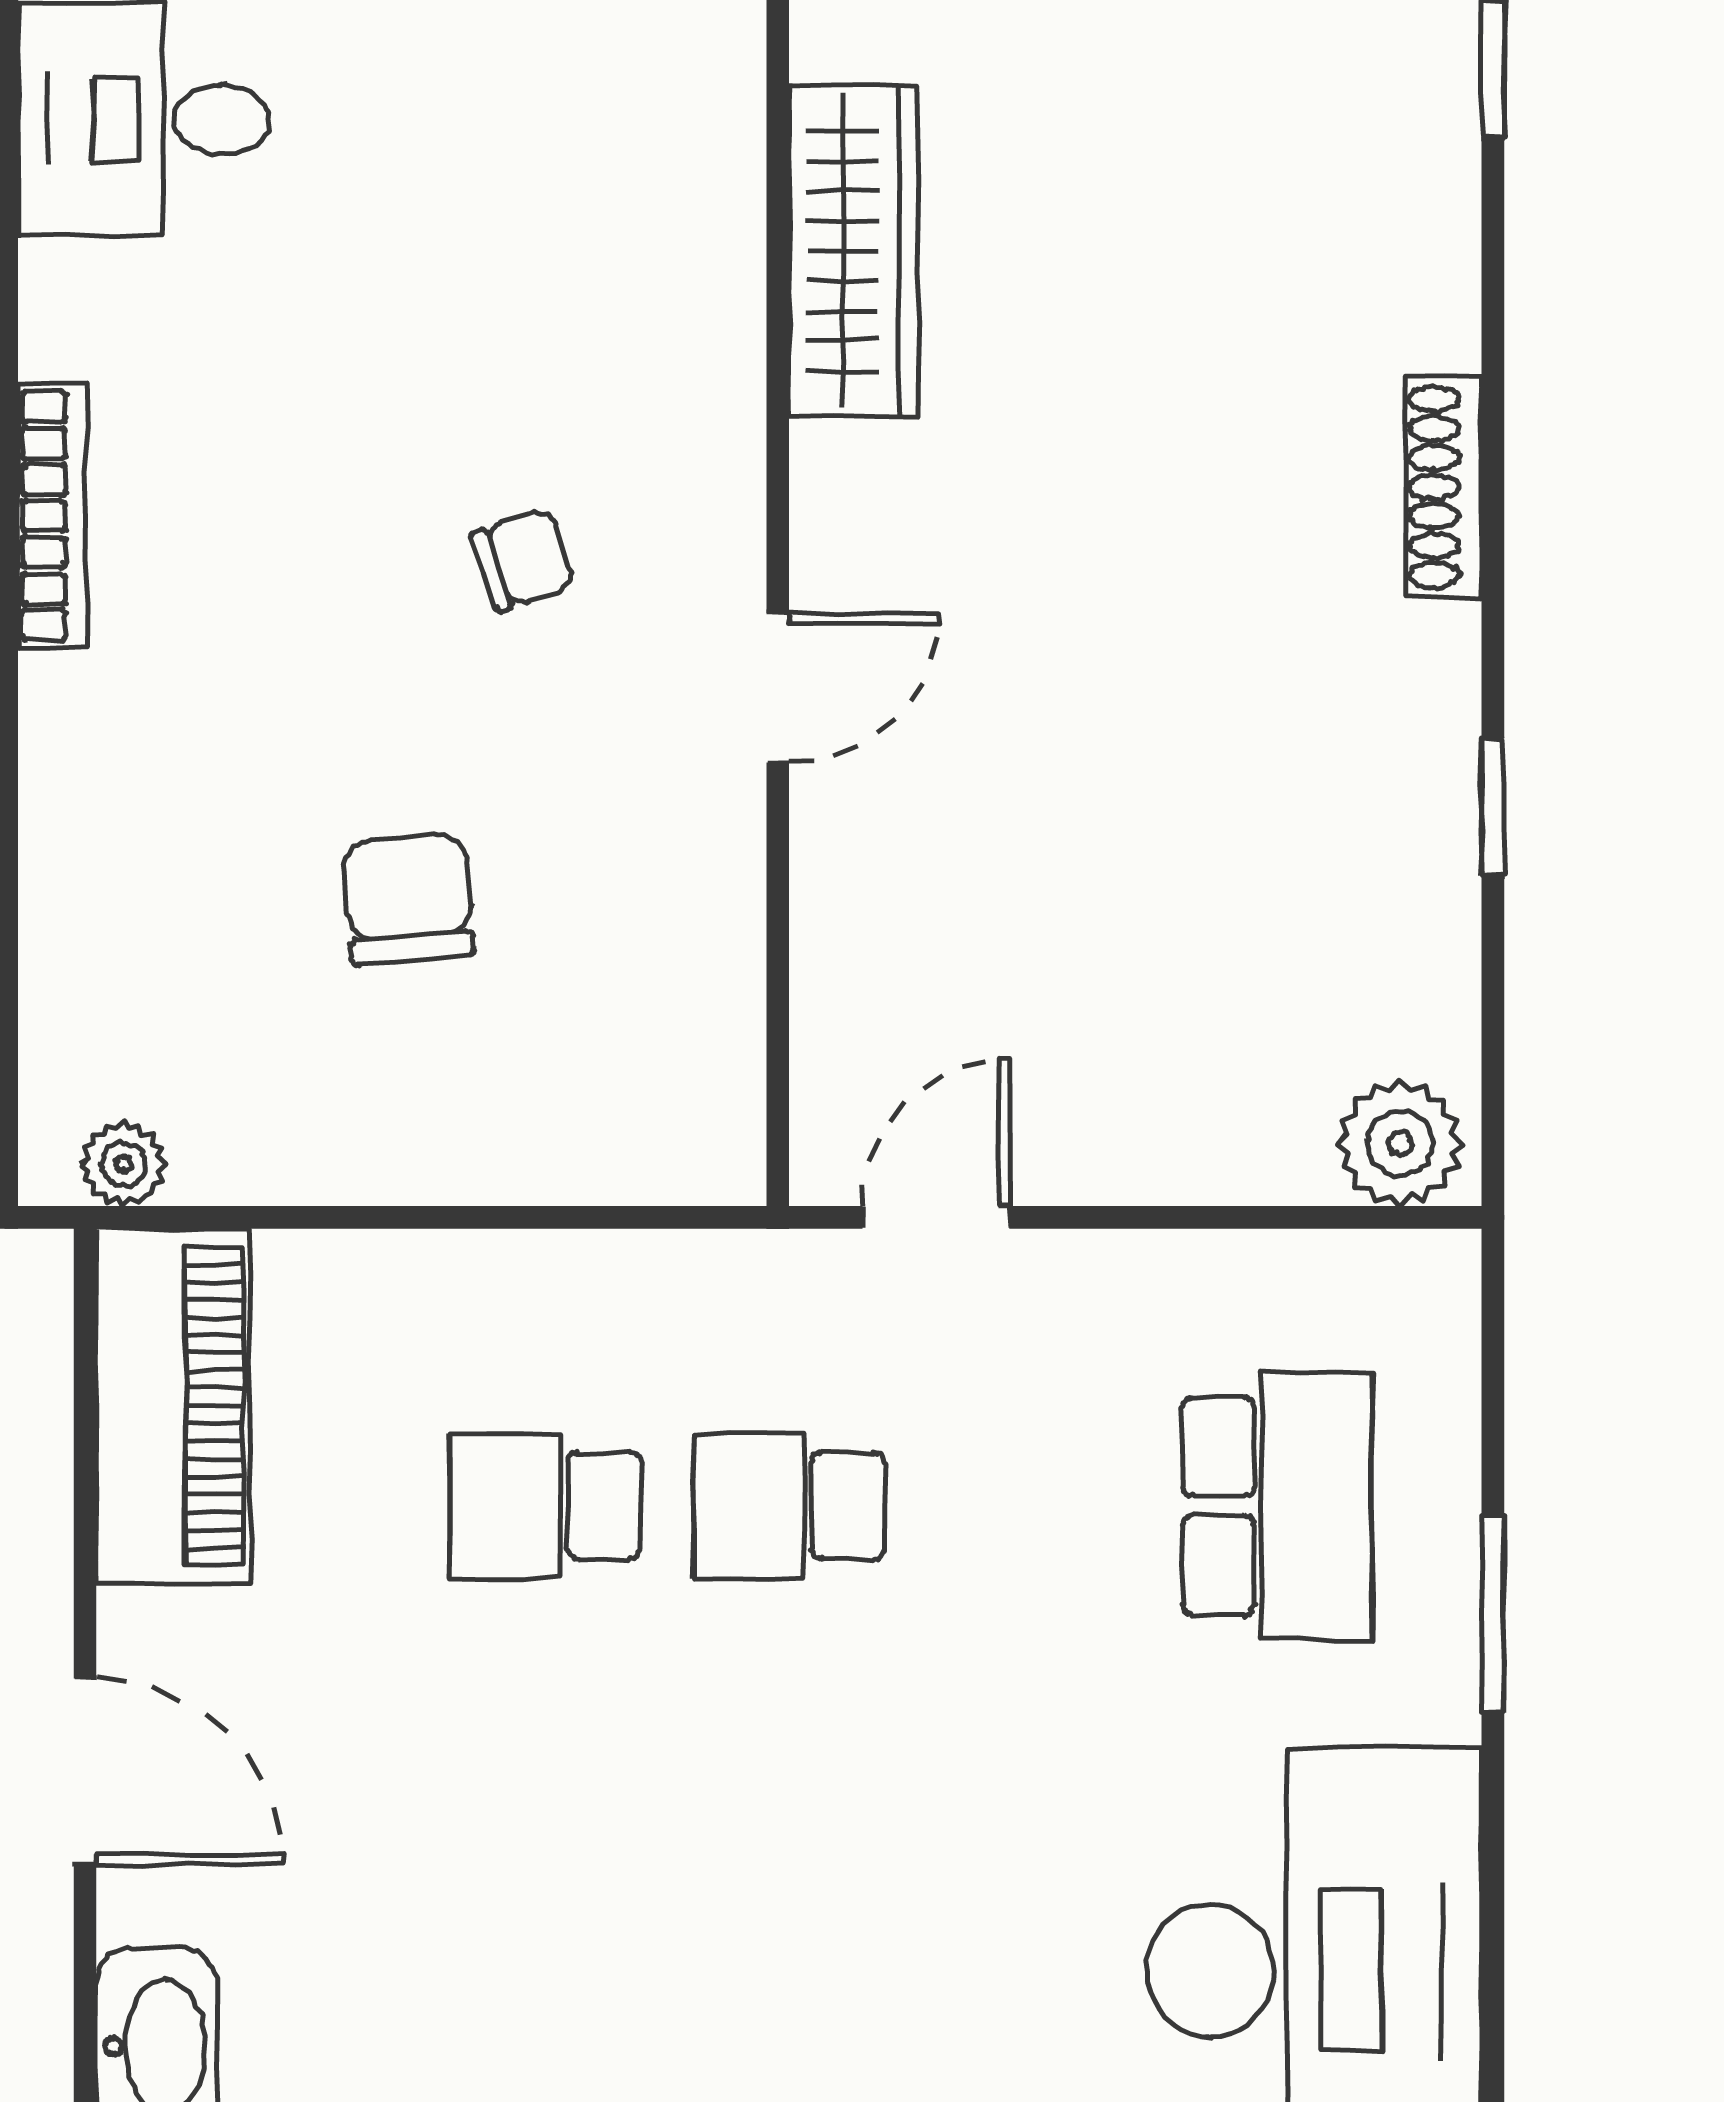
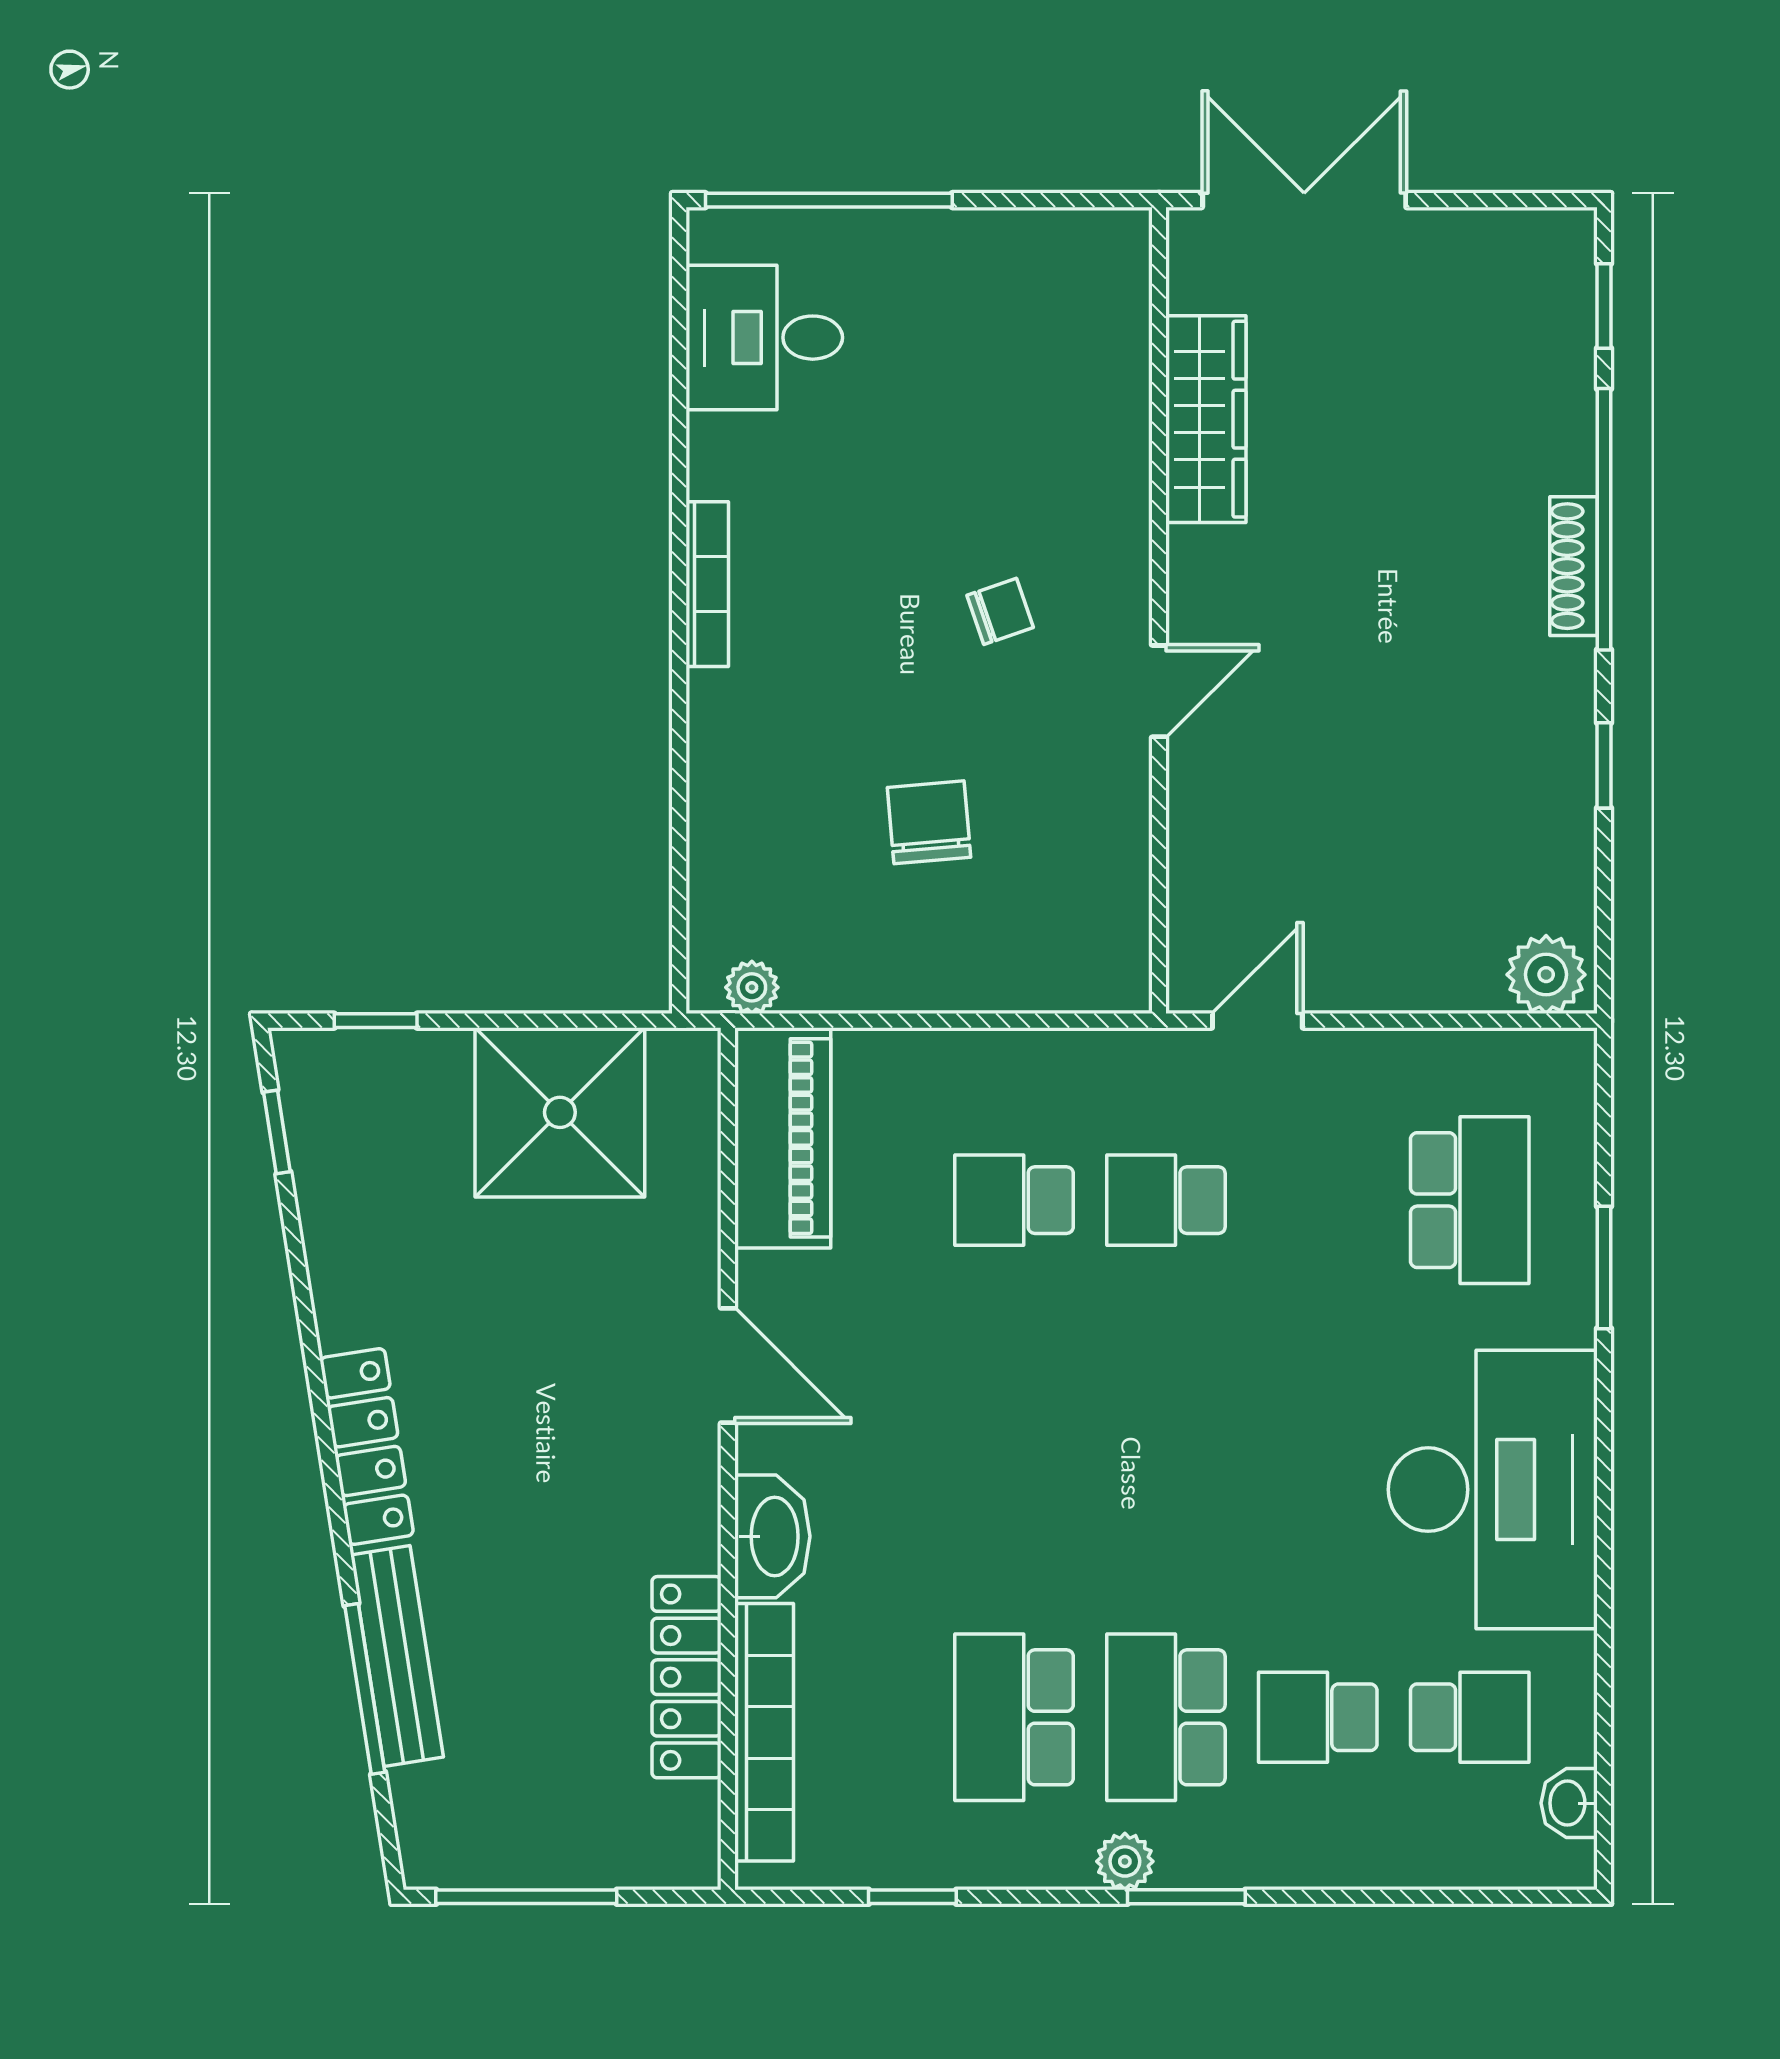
window: (1493, 412) -> (1604, 519), added

